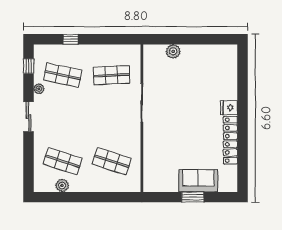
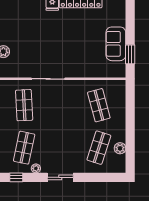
shop shelf: (112, 161) -> (99, 105), turned -33
sofa: (198, 181) -> (116, 44), moved
window: (193, 197) -> (130, 54), moved

